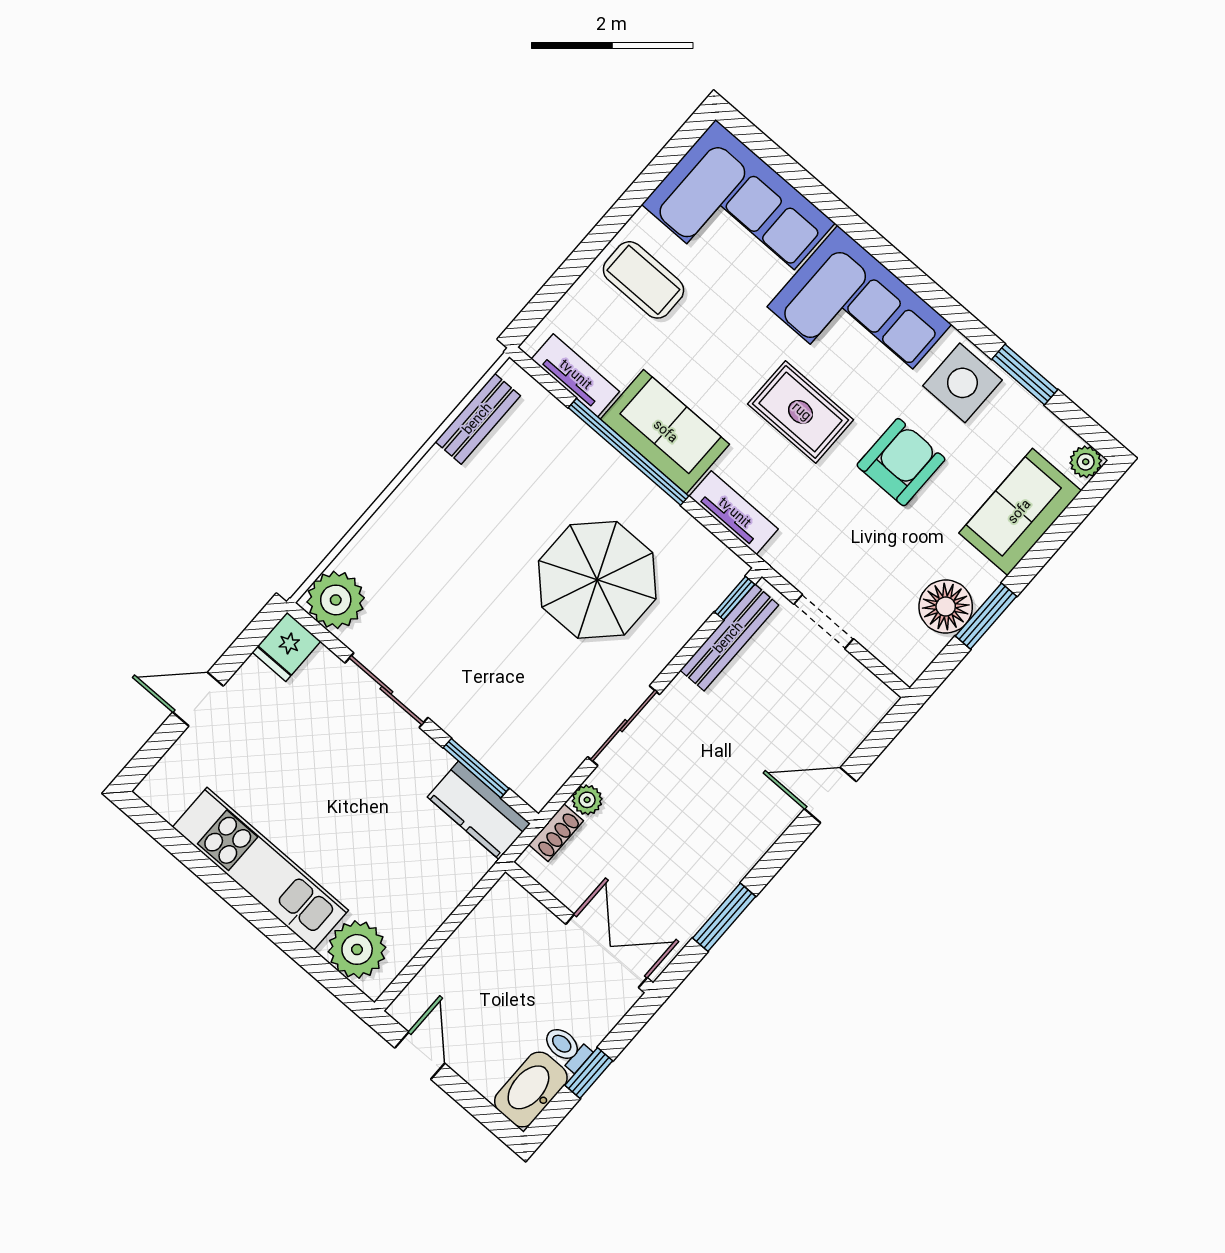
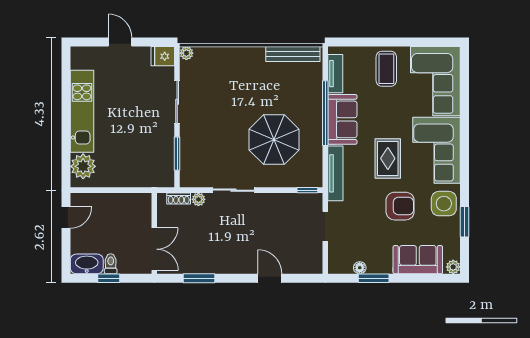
bench: (478, 419) -> (293, 54), width x1.36
tv unit: (734, 513) -> (335, 173), width x1.41
plant: (336, 600) -> (186, 53), width x0.53, depth x0.53
floor lamp: (946, 607) -> (360, 268), width x0.53, depth x0.53
bench: (729, 638) -> (293, 200), removed
kitchen counter: (479, 810) -> (164, 167), removed

